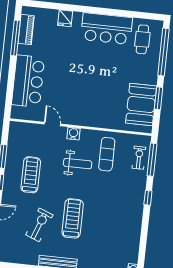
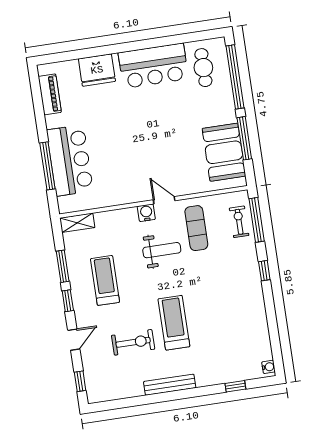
fridge: (65, 18) -> (97, 70), width x1.88, depth x1.34
window: (15, 38) -> (47, 166), moved
window: (159, 98) -> (244, 138), width x1.44
door: (52, 124) -> (164, 200), moved
shelving: (22, 128) -> (77, 223), added
exercise bike: (39, 225) -> (133, 342), turned 69

